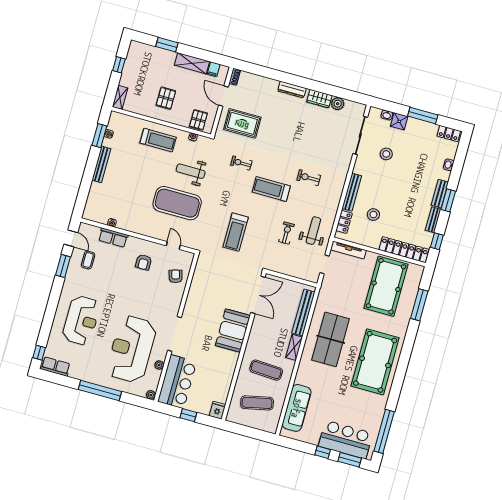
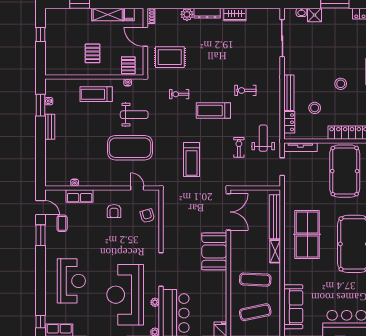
shelving: (120, 97) -> (50, 64), removed
plant: (338, 104) -> (187, 14), moved
treadmill: (158, 140) -> (96, 94), turned 180
stool: (386, 154) -> (341, 84), moved
bench: (101, 164) -> (50, 127), width x0.73
weight bench: (191, 171) -> (134, 115), turned 180

